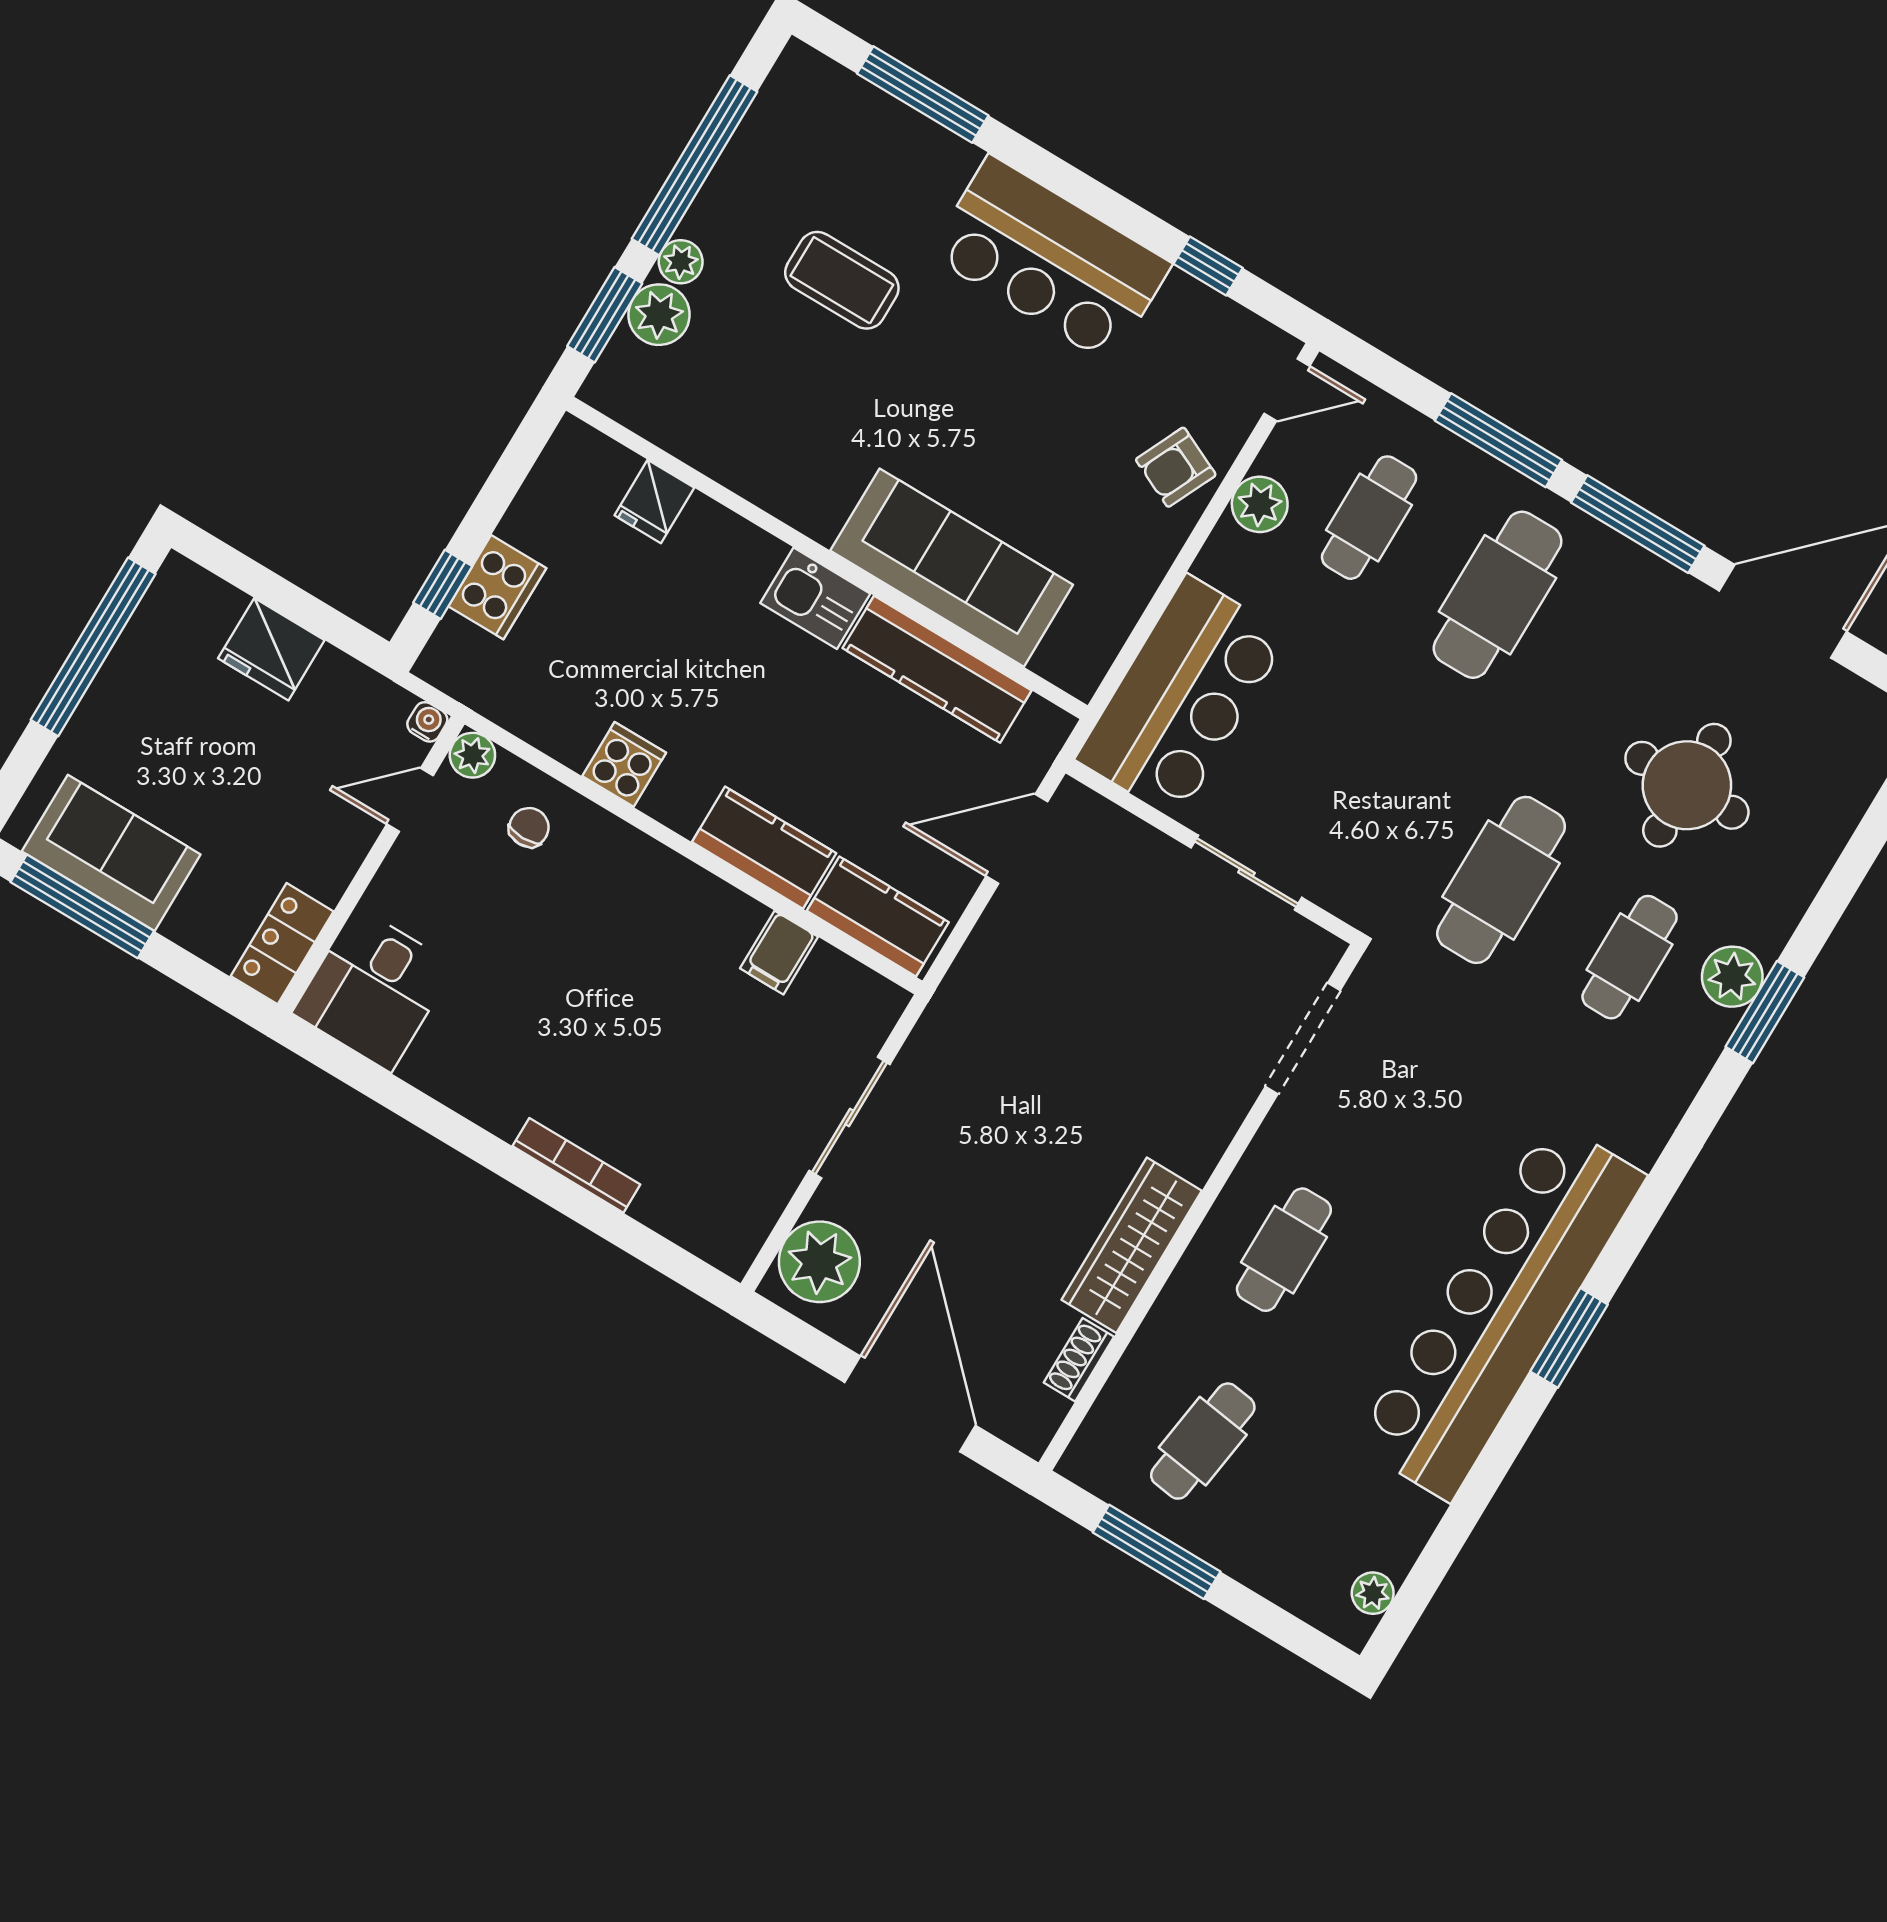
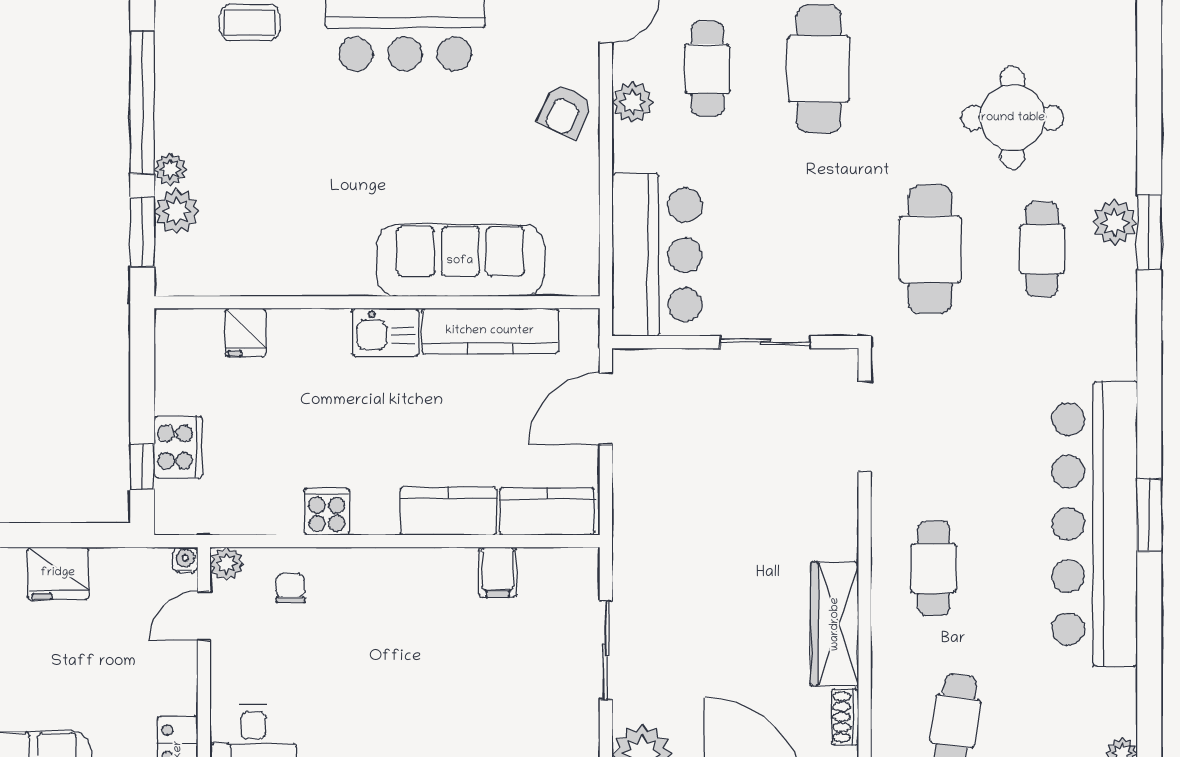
coffee table: (842, 280) -> (250, 22), moved, width x0.73, depth x0.77

